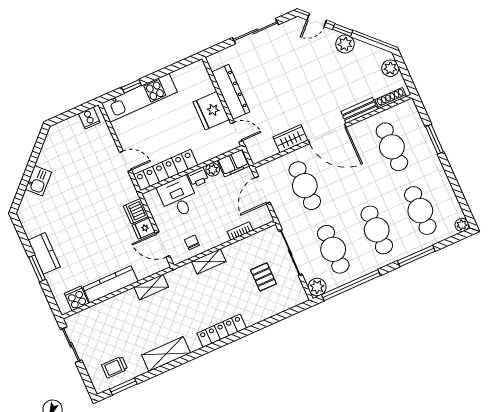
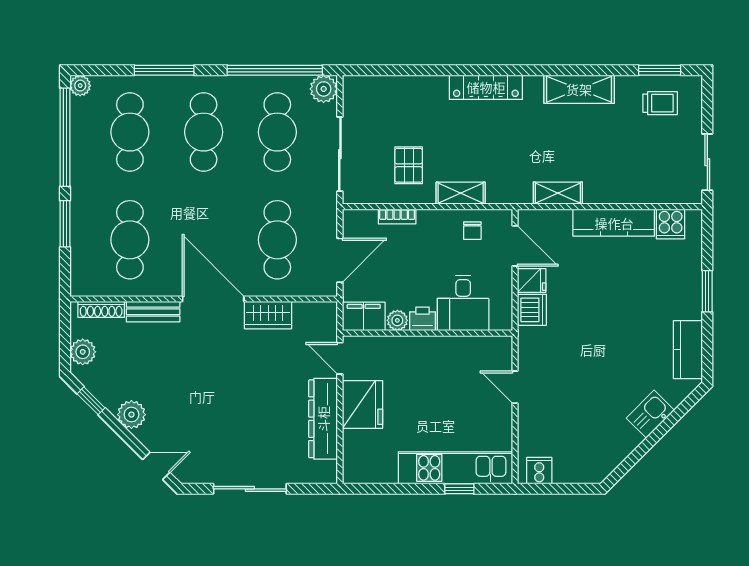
window: (343, 30) -> (91, 401), moved
locker: (166, 170) -> (464, 349), removed
window: (457, 190) -> (65, 137), added
kitchen counter: (44, 253) -> (688, 350), moved
pallet: (263, 277) -> (409, 165), moved

